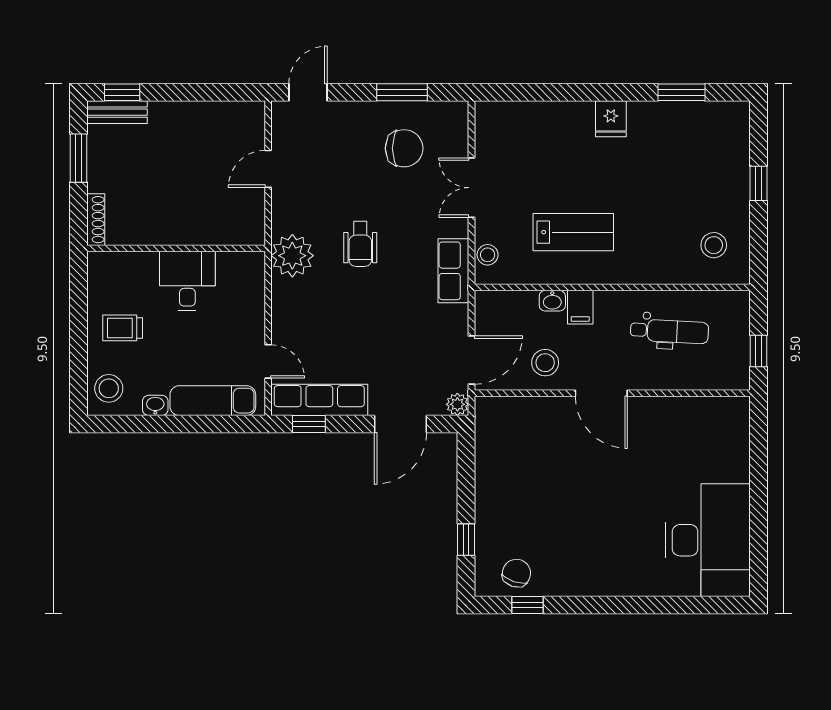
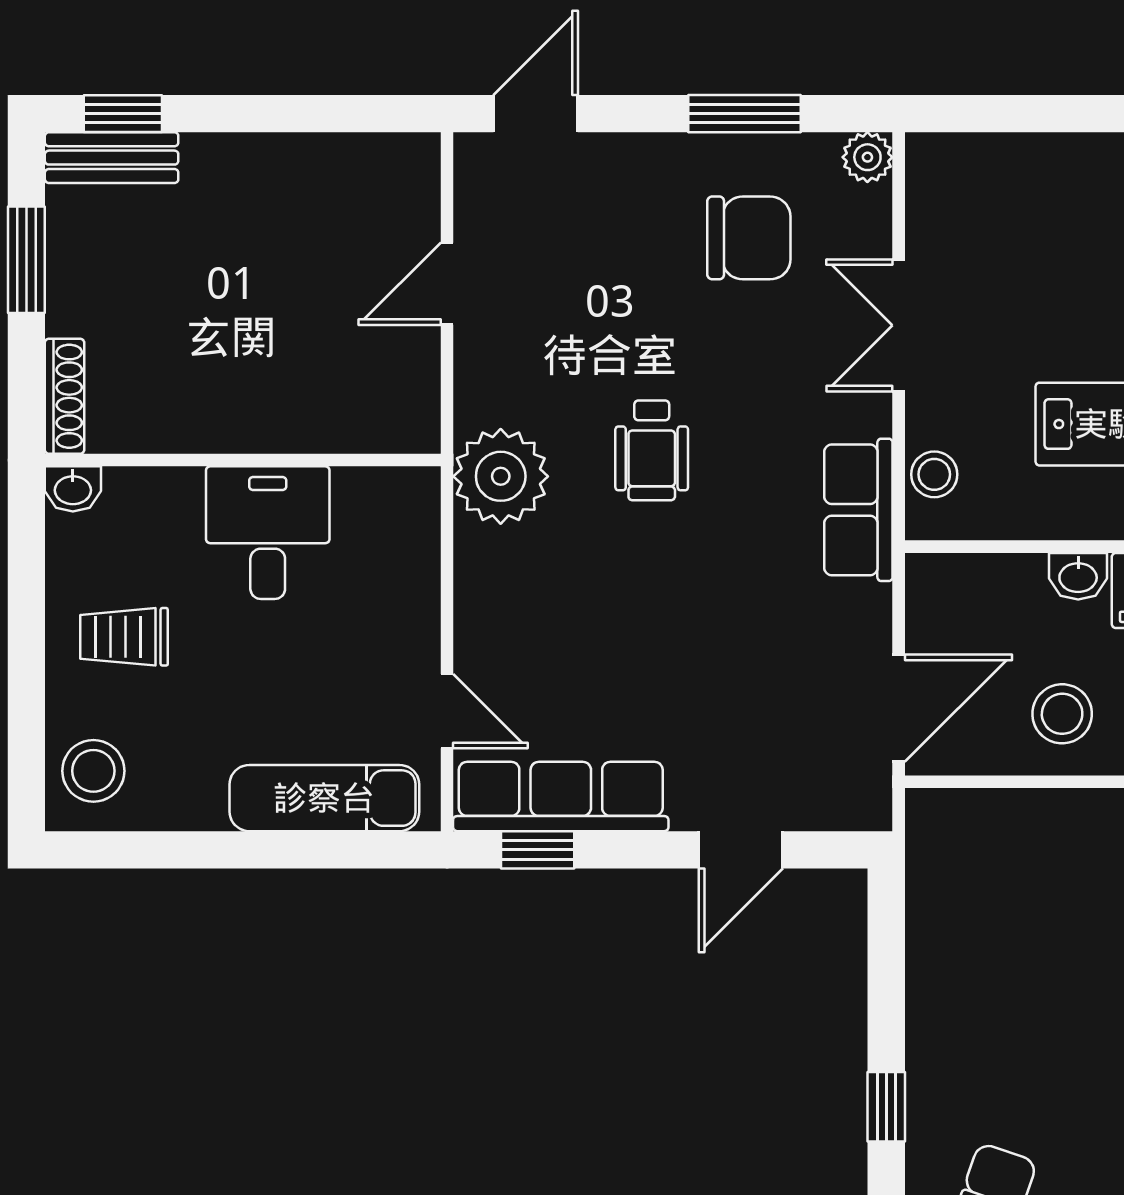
plant: (457, 404) -> (867, 157), moved
washbasin: (155, 405) -> (73, 489), moved, turned 180
door: (400, 424) -> (741, 850), width x0.73

